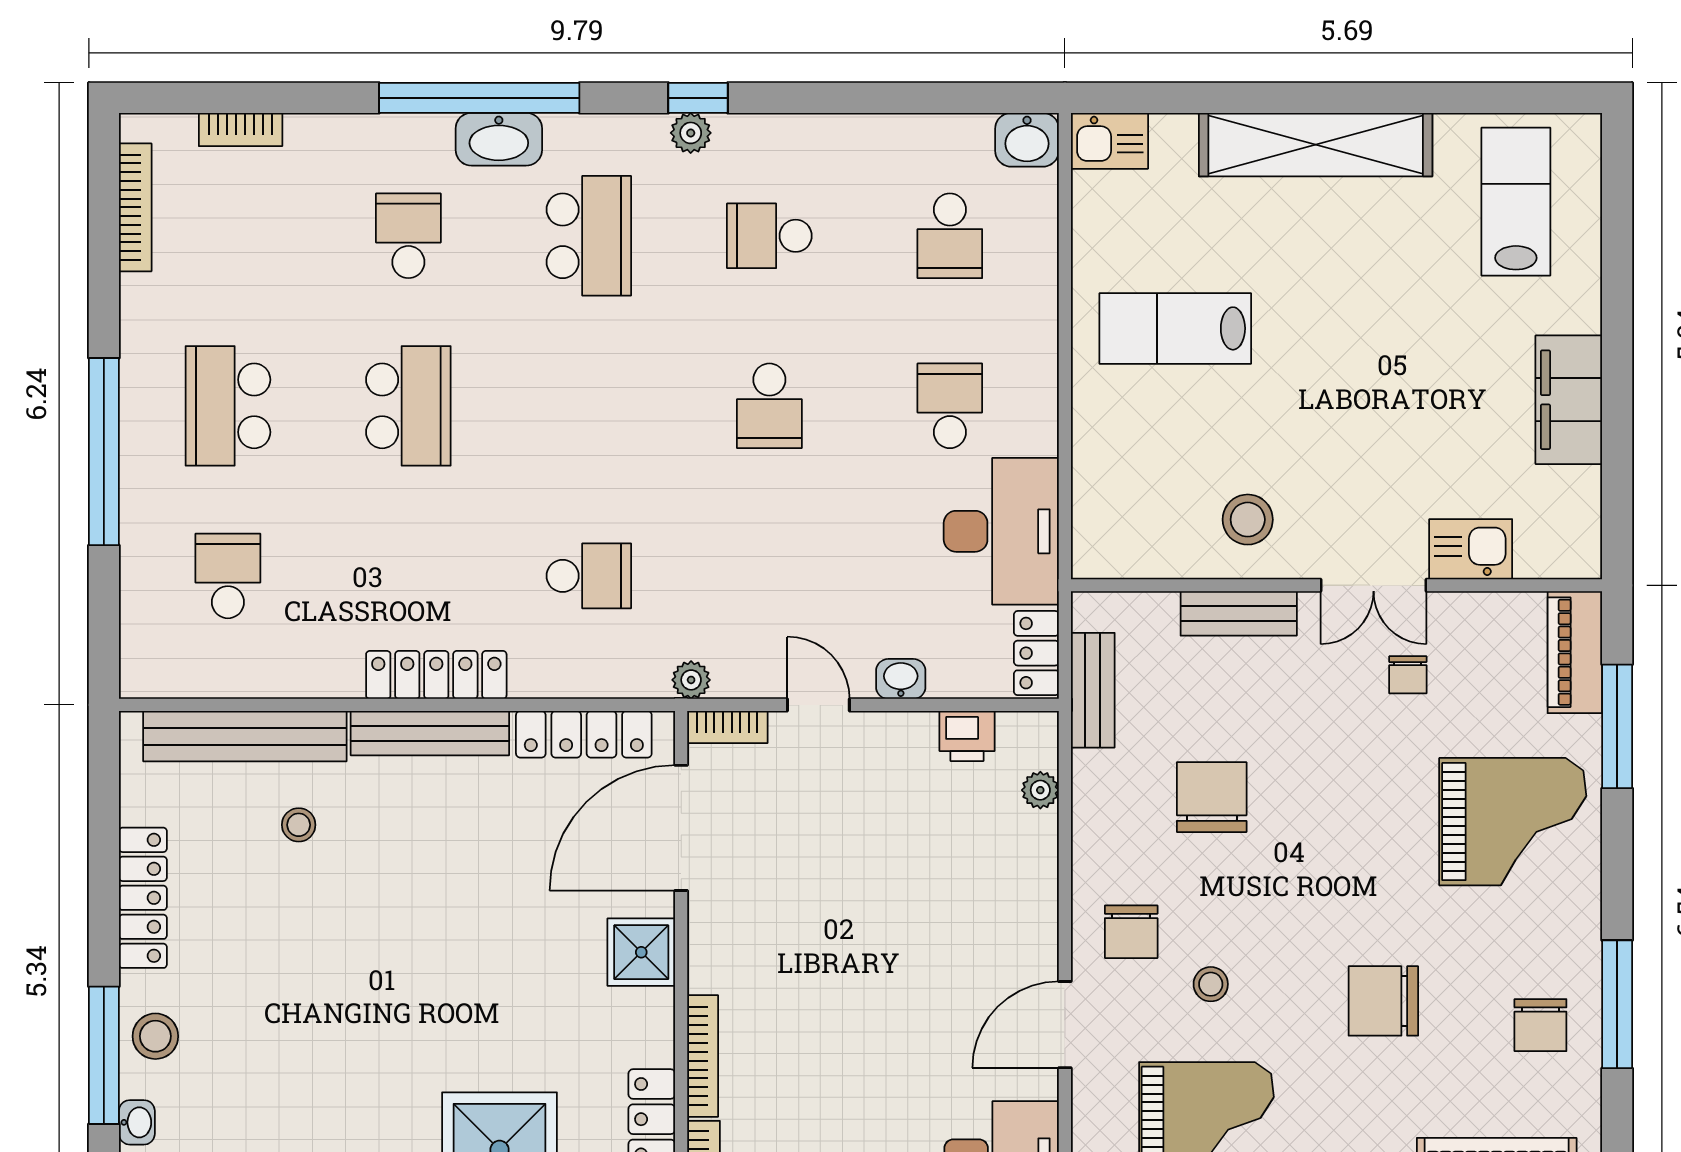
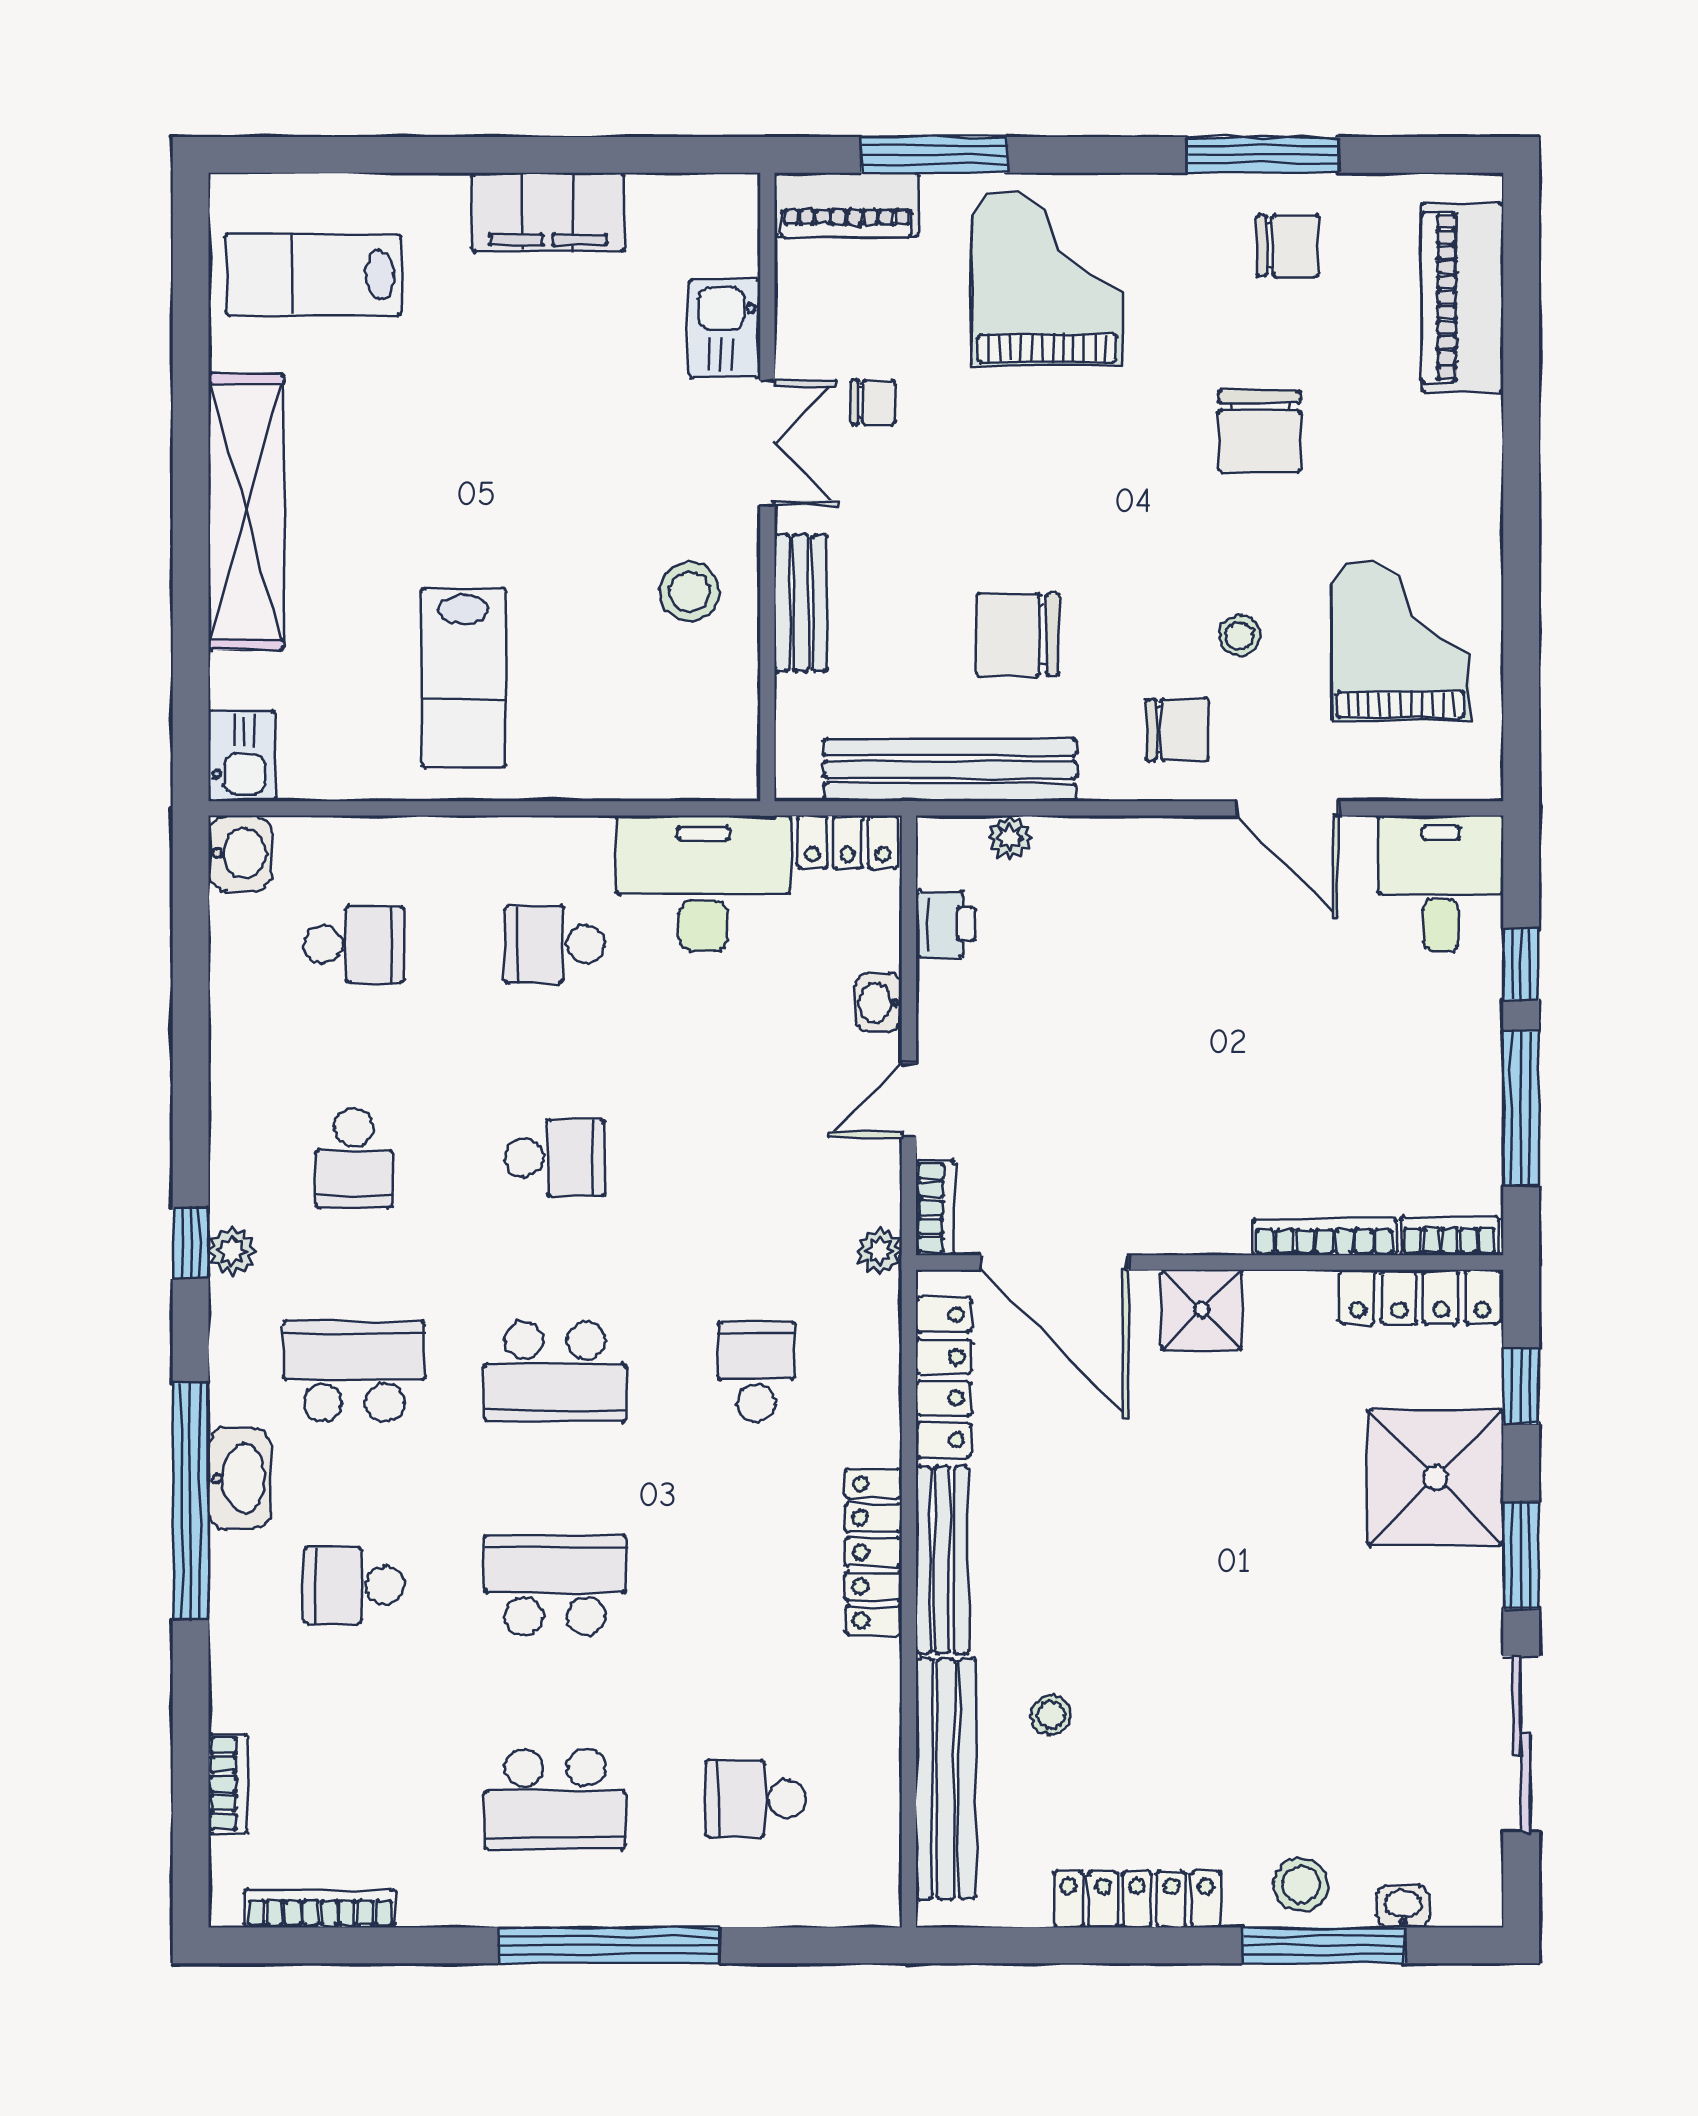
school desk: (589, 406) -> (555, 1372), added
bench: (1093, 690) -> (950, 770), width x1.86, depth x1.21

